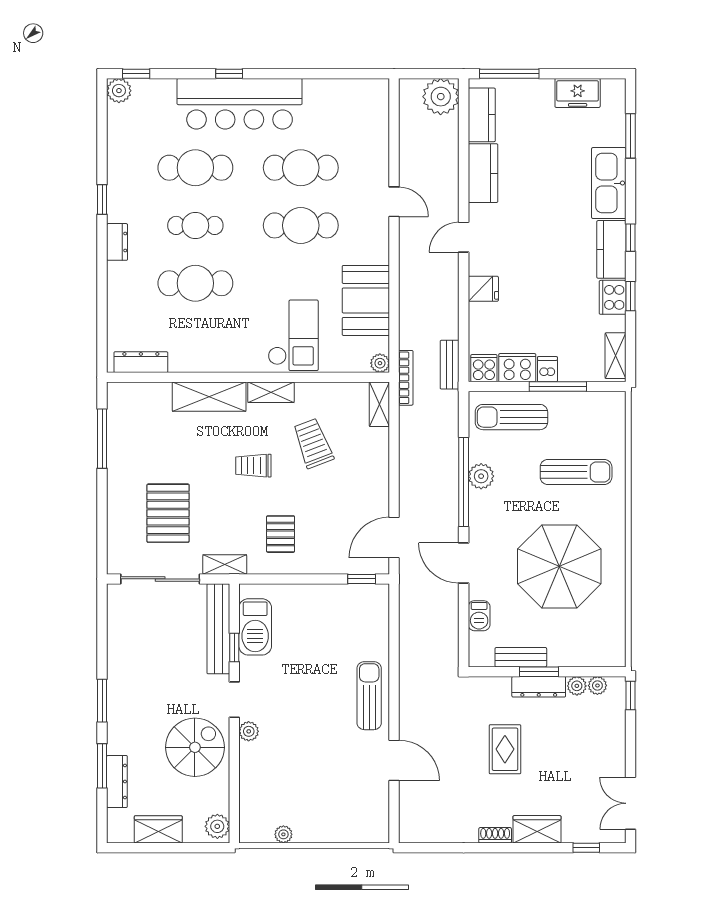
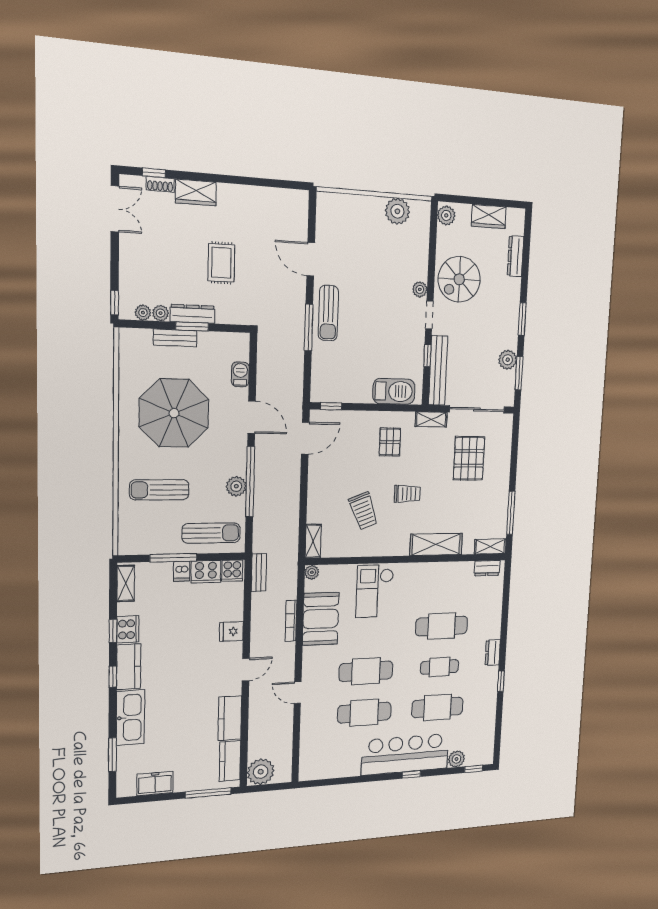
plant: (119, 91) -> (456, 759), moved
dresser: (141, 362) -> (487, 568), width x0.70
bookcase: (406, 378) -> (291, 621), moved
shelving: (271, 392) -> (490, 546), moved
barbecue: (255, 627) -> (394, 391), moved, turned 90
plant: (120, 646) -> (508, 360), added
bench: (521, 657) -> (175, 338), moved
window: (394, 677) -> (309, 327), added
window: (102, 766) -> (519, 373), moved
plant: (283, 834) -> (397, 211), width x1.88, depth x1.88
shoe rack: (495, 835) -> (160, 184), moved

